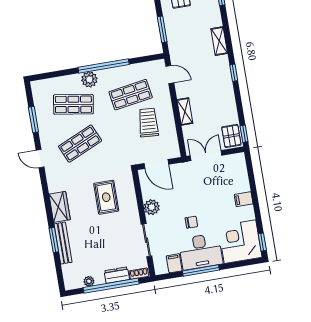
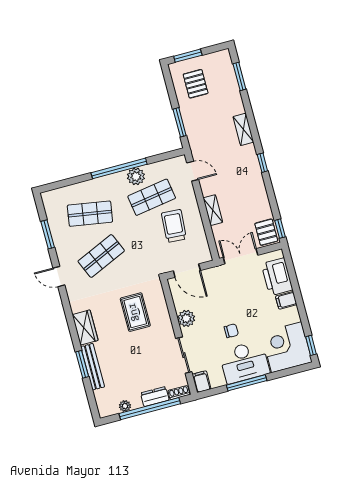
plant: (89, 79) -> (136, 176), moved
printer: (237, 177) -> (277, 277), added
filing cabinet: (174, 263) -> (202, 382), moved

